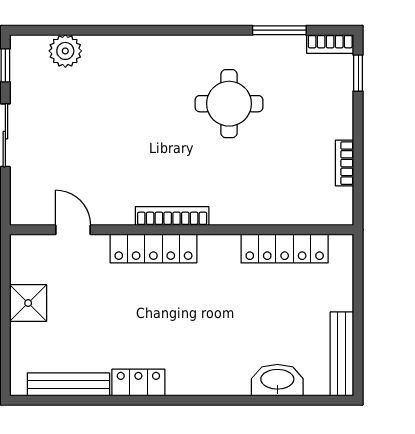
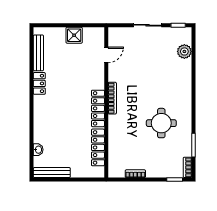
locker: (153, 248) -> (98, 108), moved
washbasin: (277, 380) -> (38, 150), width x0.52, depth x0.69

